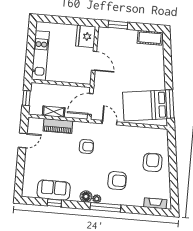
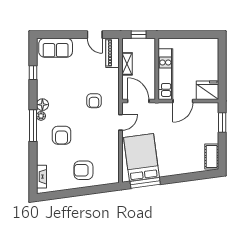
kitchen unit: (40, 56) -> (165, 74), moved, turned -90
piano: (58, 126) -> (112, 53), moved
armchair: (153, 162) -> (83, 170), turned 180
sofa: (54, 190) -> (56, 48), moved, turned 90

